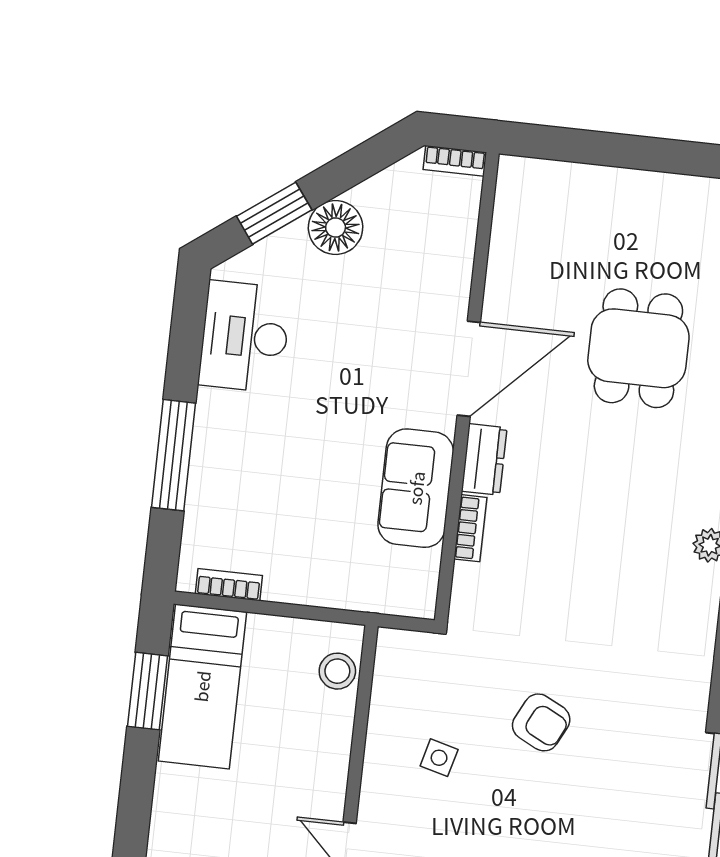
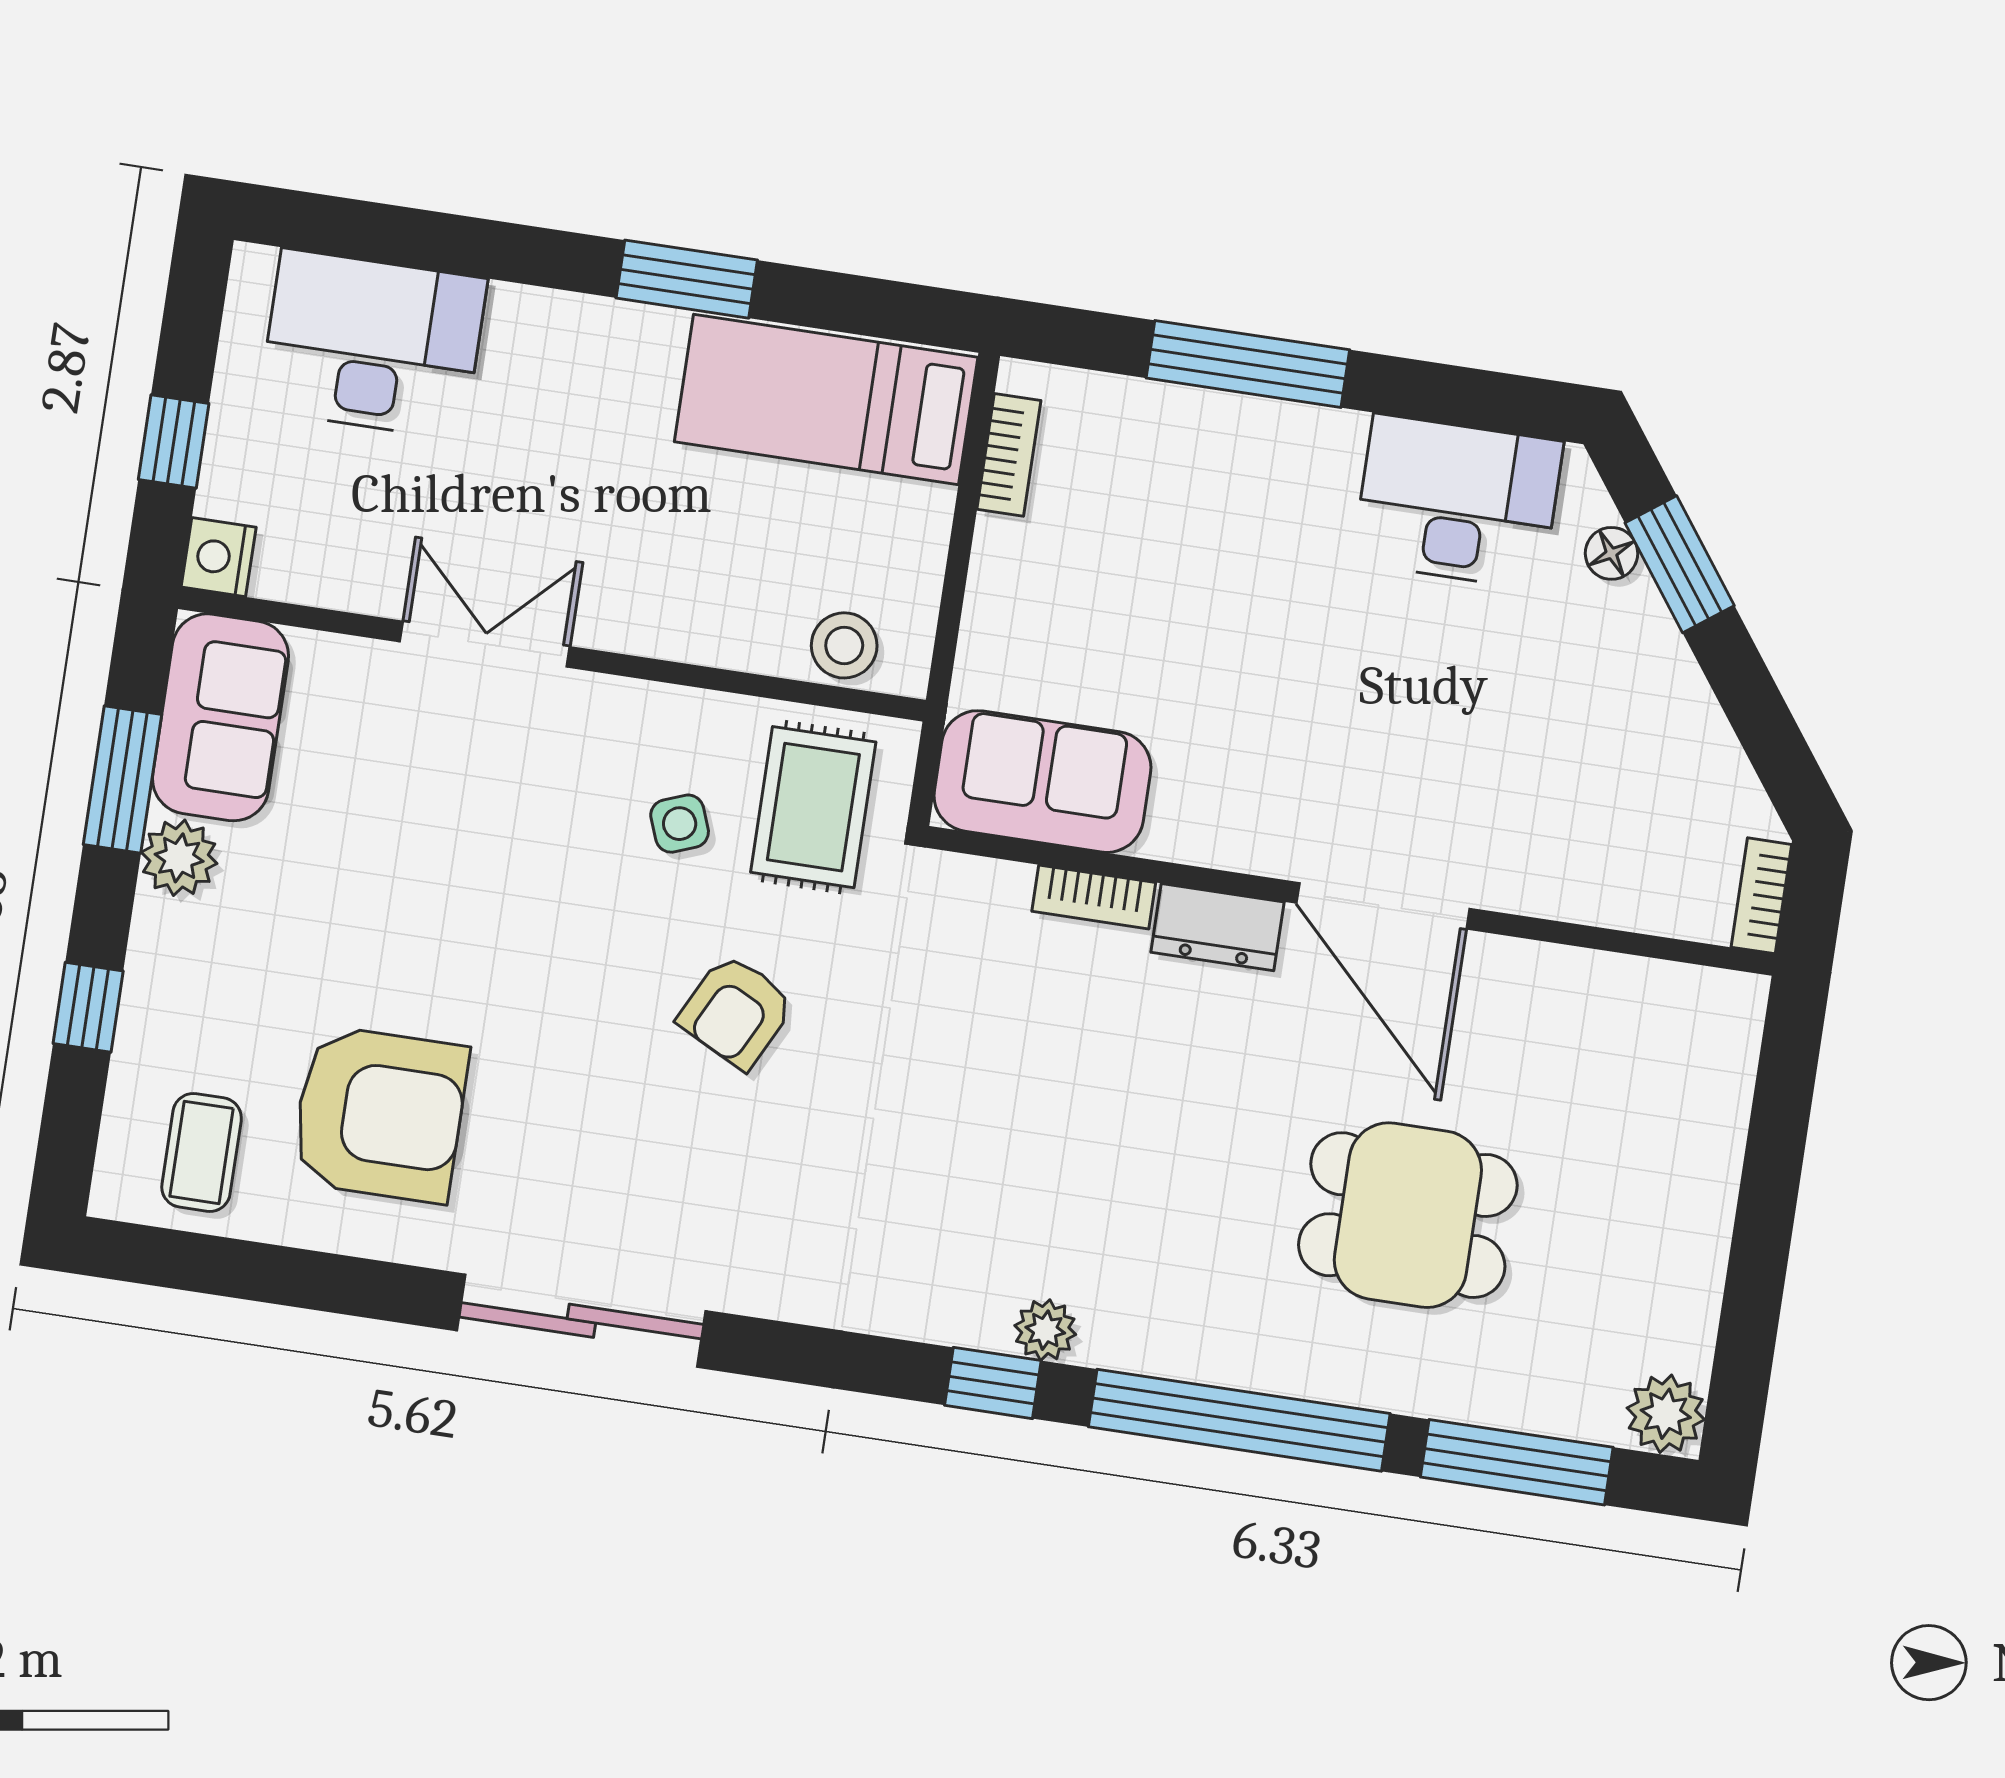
floor lamp: (336, 228) -> (1611, 553), moved, width x0.53, depth x0.53
sofa: (416, 488) -> (1042, 782), moved
rug: (427, 685) -> (813, 807), added
window: (147, 691) -> (687, 279), moved
side table: (439, 758) -> (680, 824), turned -36

